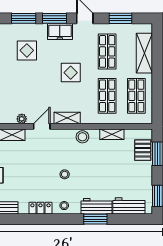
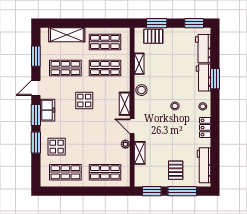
display table: (27, 50) -> (57, 147), moved

